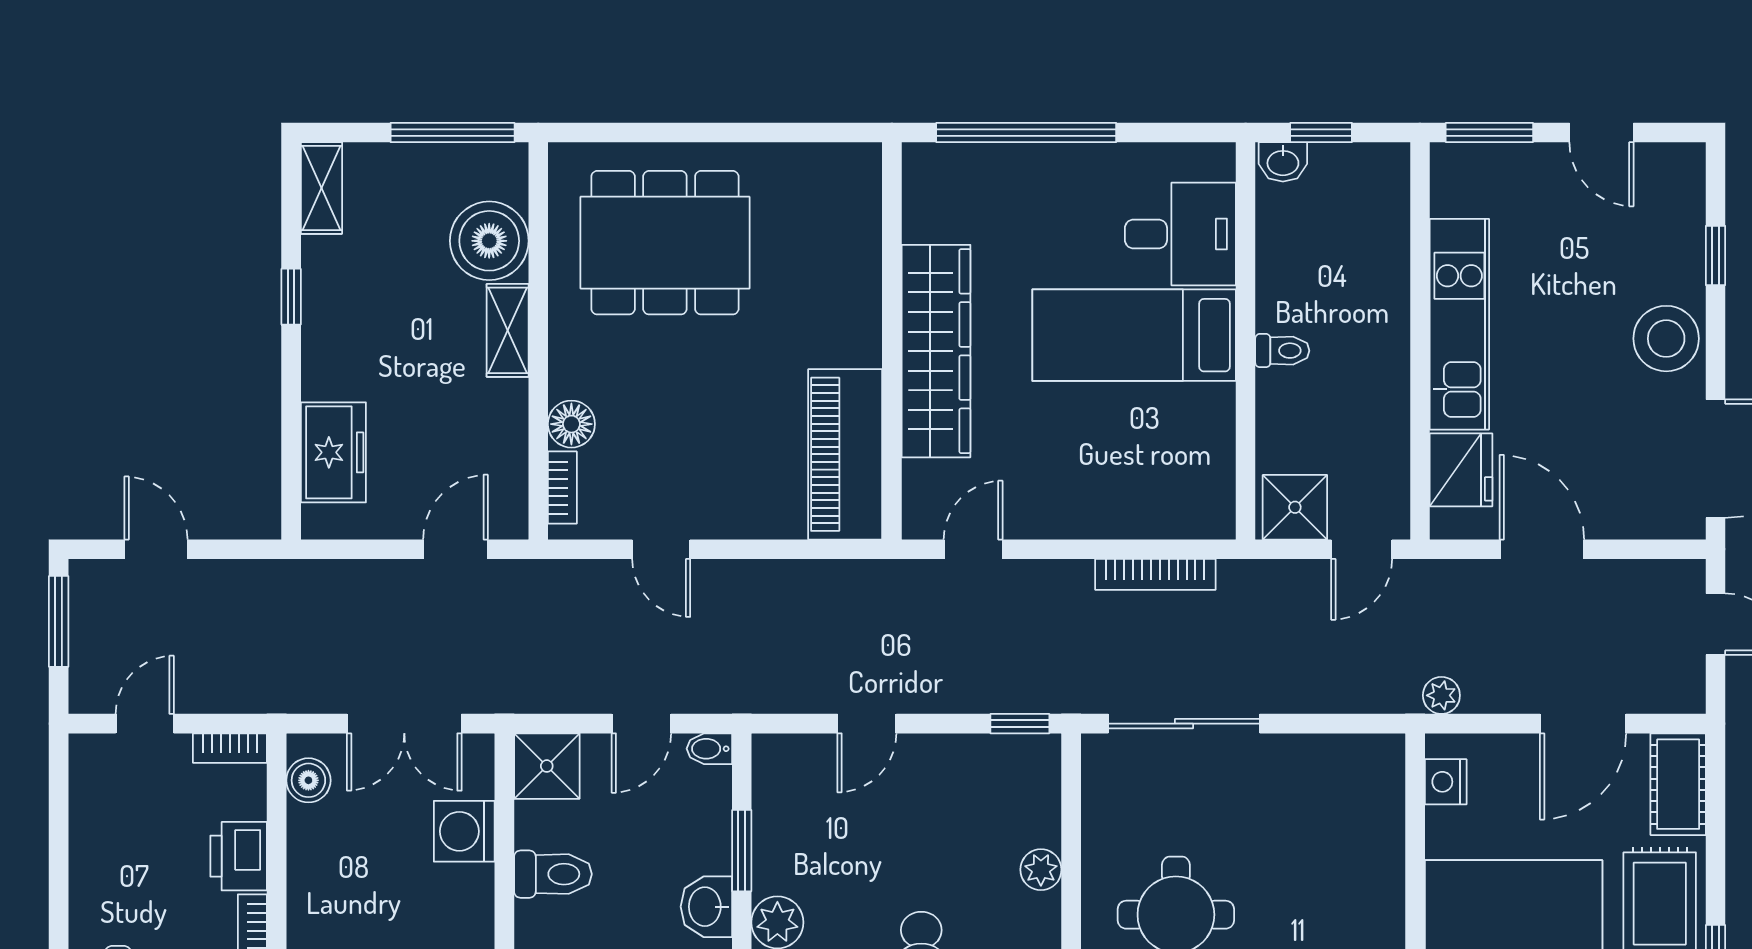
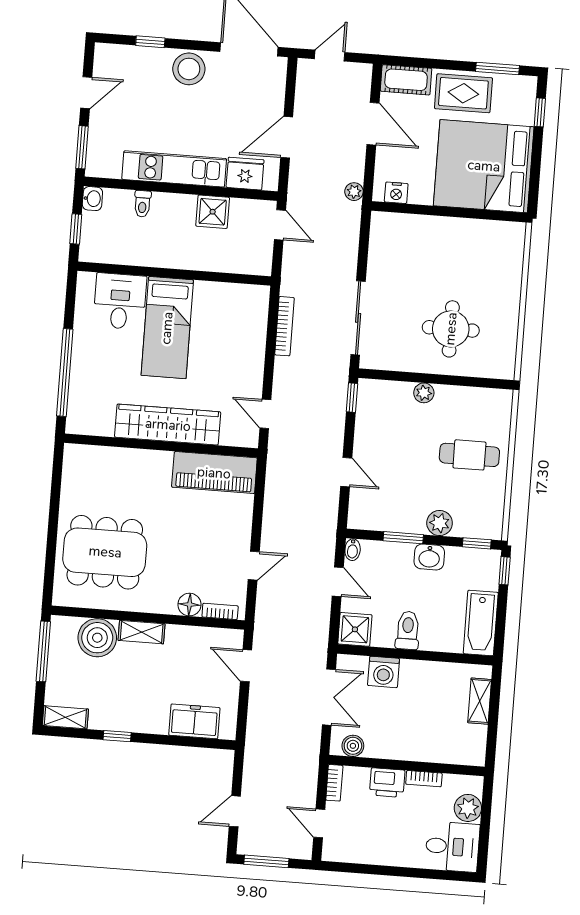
washbasin: (1283, 162) -> (92, 199), moved
dining table: (665, 243) -> (105, 552), turned 90
toilet: (1282, 351) -> (142, 204), moved, turned 180
shower: (1295, 507) -> (213, 212), moved

